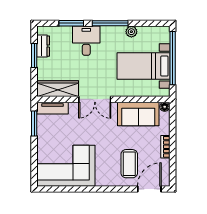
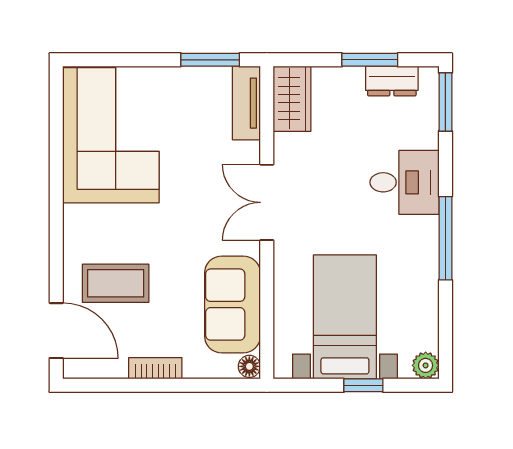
window: (71, 23) -> (445, 102), moved
plant: (131, 32) -> (426, 365), moved
window: (173, 58) -> (363, 385), width x0.32
wardrobe: (58, 89) -> (292, 99), width x0.67

